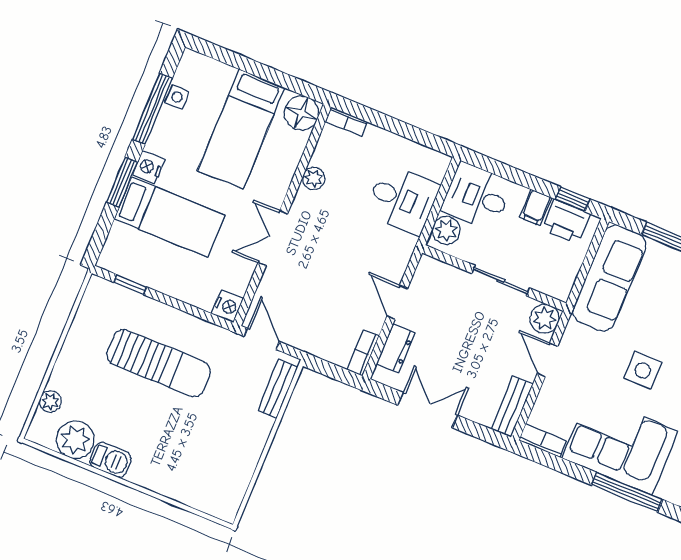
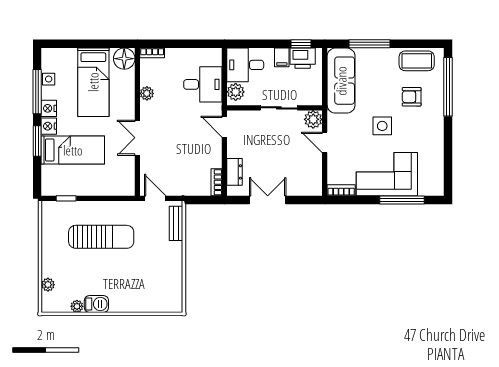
door: (397, 302) -> (224, 127), moved
nightstand: (227, 306) -> (49, 108), moved, turned 180
bench: (512, 406) -> (315, 178), removed
plant: (75, 440) -> (77, 306), width x0.53, depth x0.53

